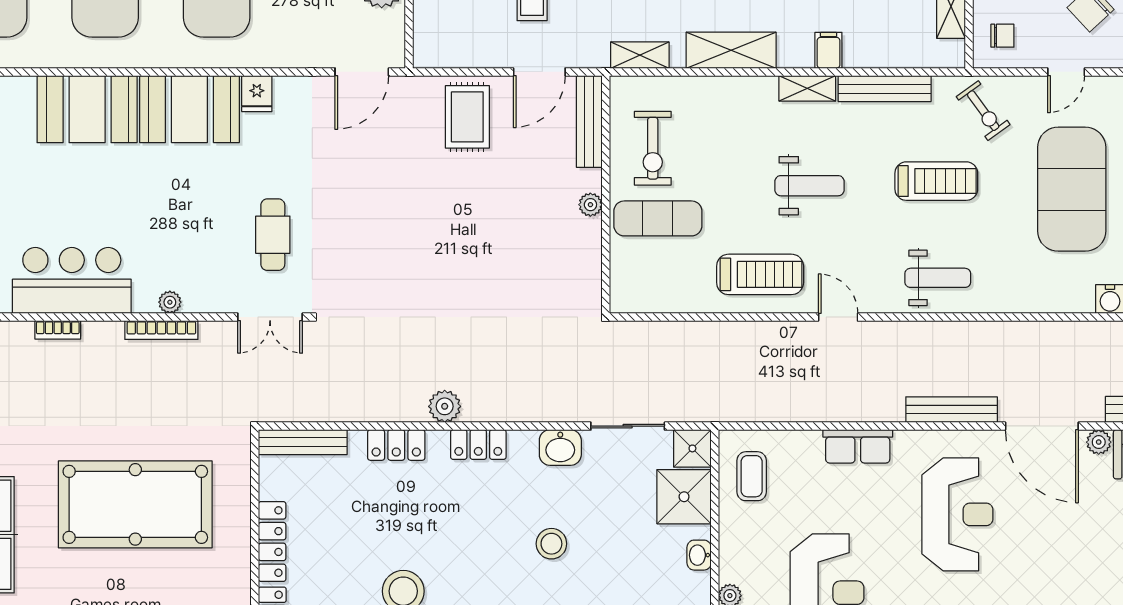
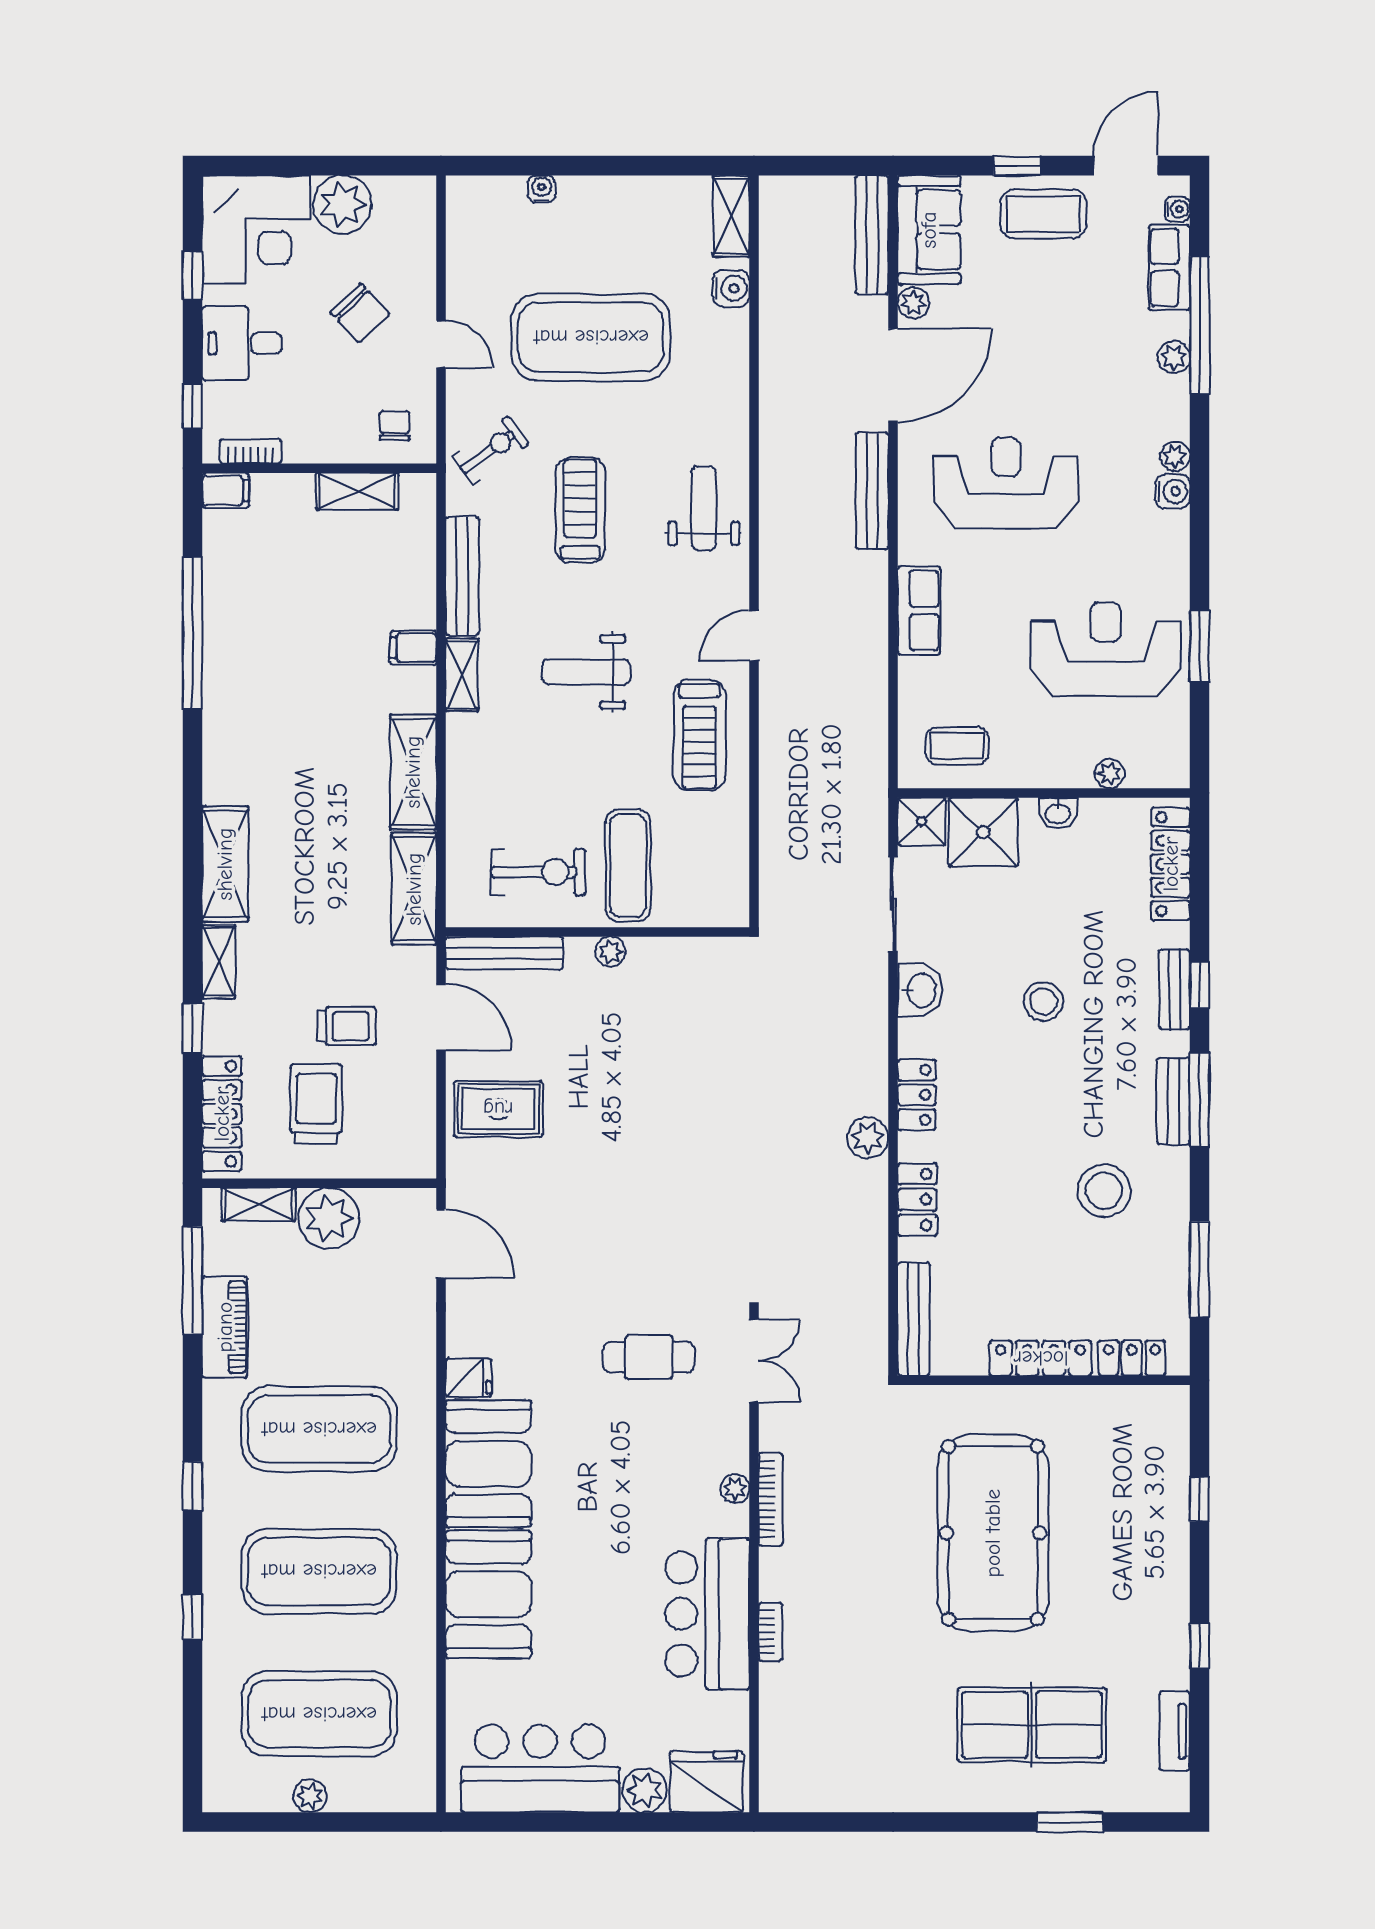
shelving: (640, 55) -> (414, 889), width x1.50, depth x1.33
weight bench: (809, 186) -> (586, 672), turned -90
treadmill: (760, 274) -> (699, 735), turned 180

